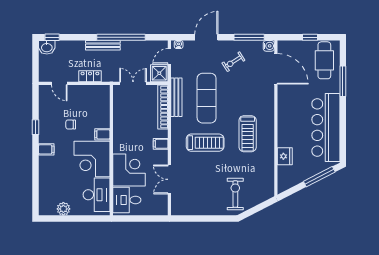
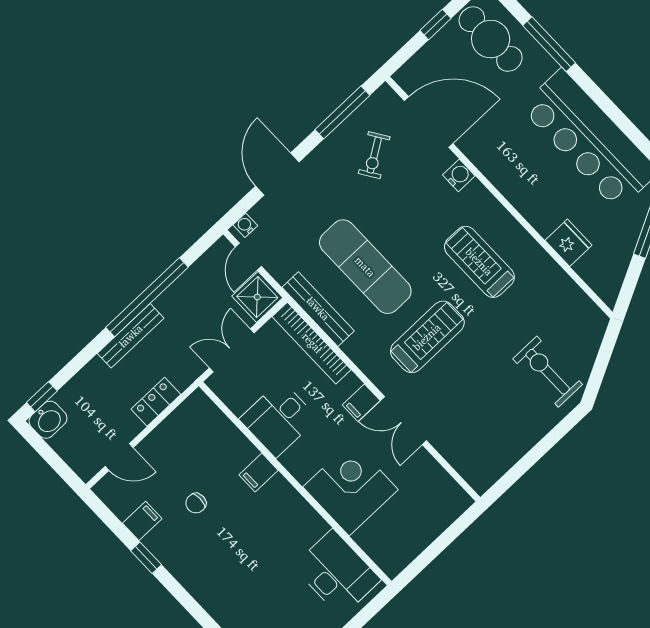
water cooler: (269, 46) -> (459, 175), moved
exercise bike: (233, 62) -> (374, 155), moved
treadmill: (248, 134) -> (479, 262), turned 180
filing cabinet: (46, 149) -> (142, 521), moved
corner desk: (92, 159) -> (278, 525), removed
double door: (169, 179) -> (403, 421), moved
desk: (127, 200) -> (278, 419), moved

